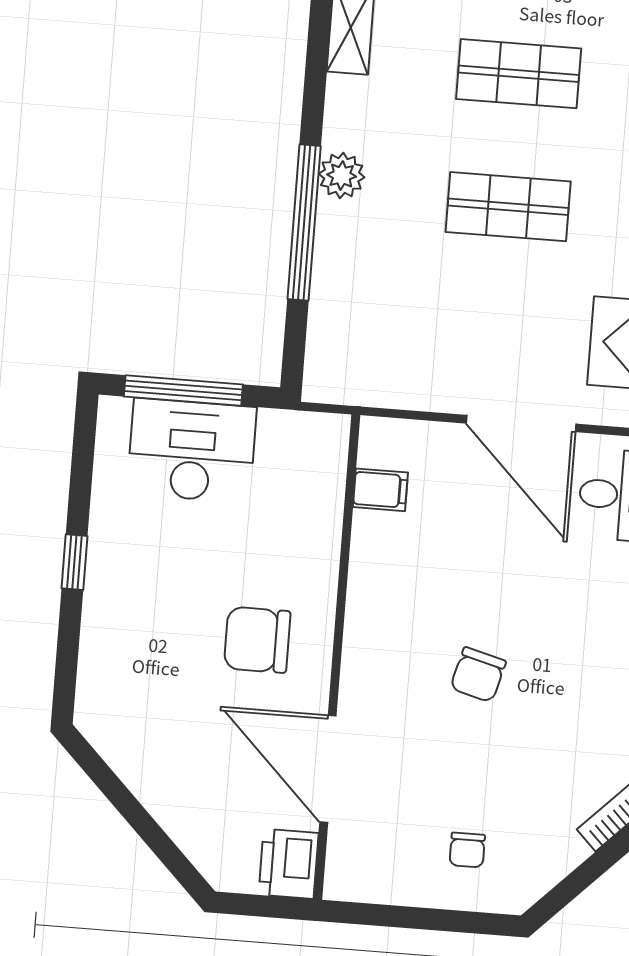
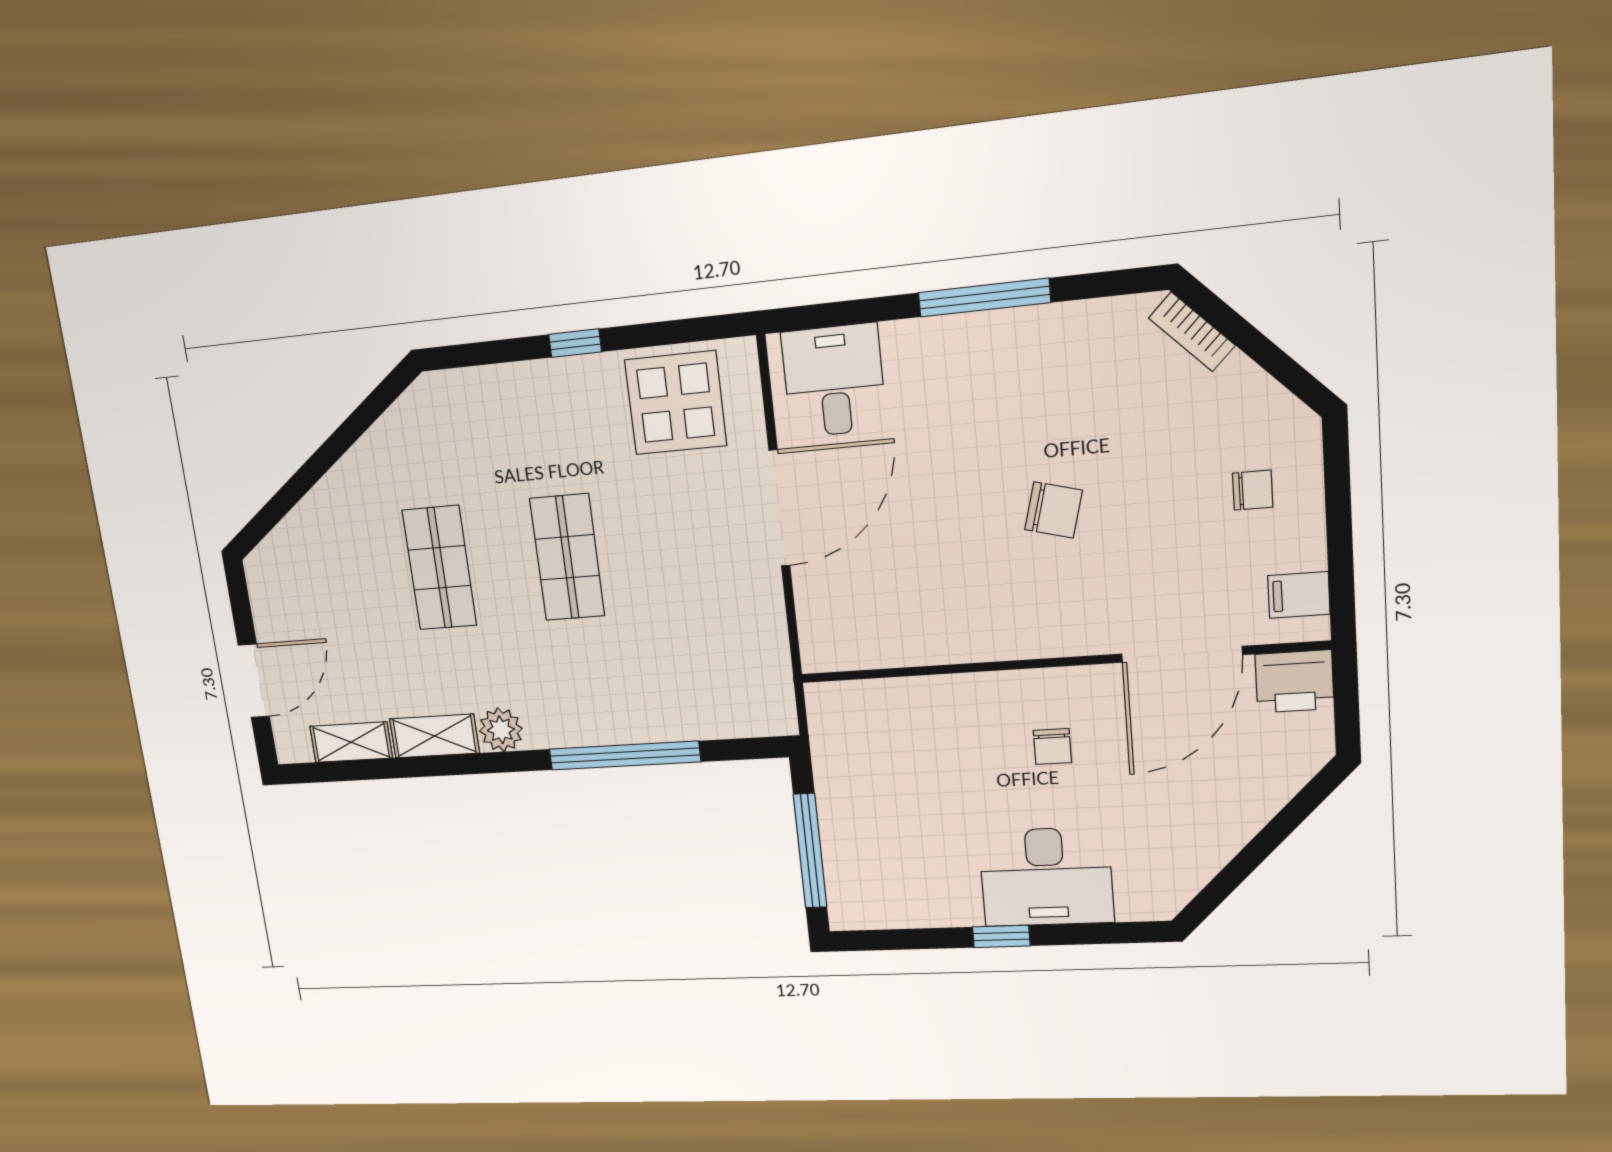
plant: (342, 175) -> (501, 730), moved
desk: (192, 450) -> (1046, 877), moved, turned -90
filing cabinet: (380, 490) -> (1299, 595), moved, turned -90
chair: (257, 640) -> (1052, 746), width x0.54, depth x0.54

